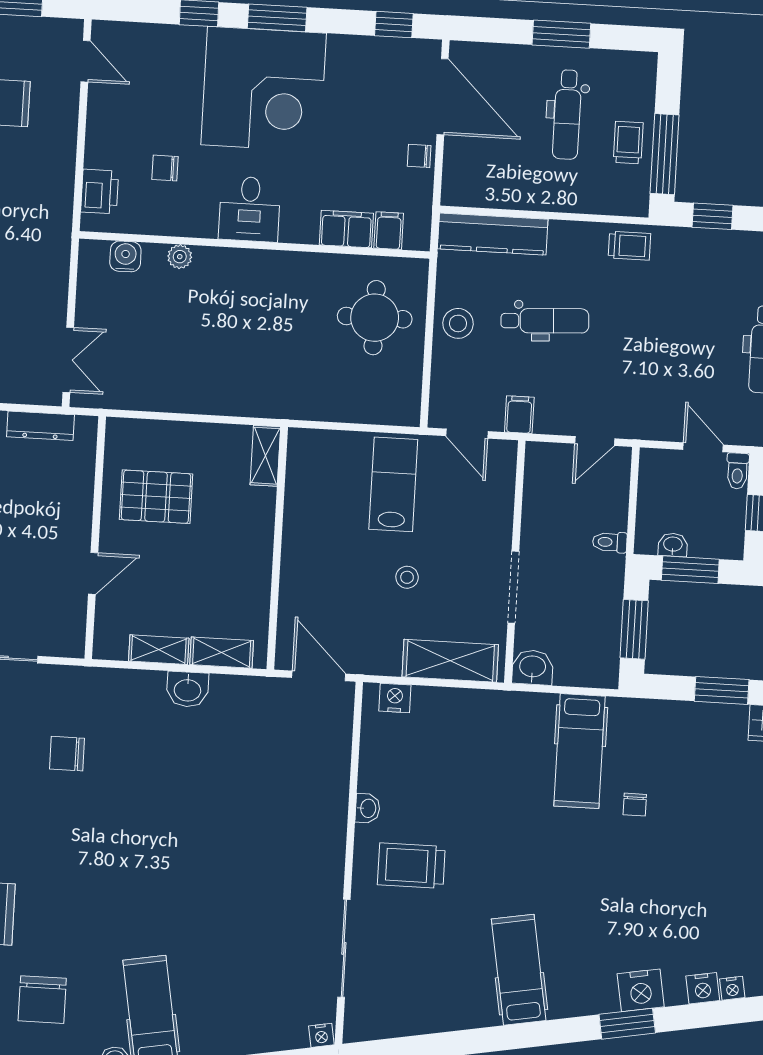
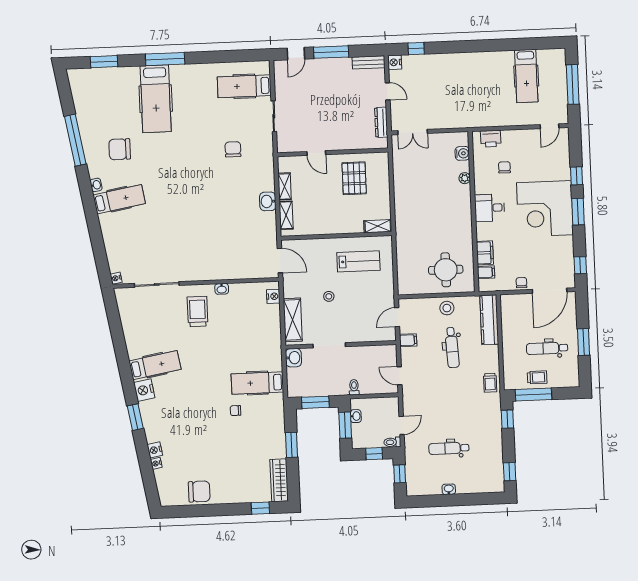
lab bench: (393, 484) -> (358, 261), moved
door: (319, 676) -> (280, 261), hinge flipped
nightstand: (641, 990) -> (144, 390), moved

